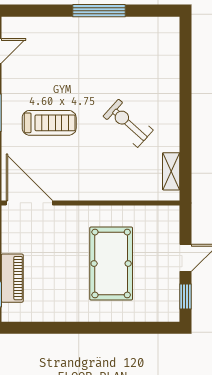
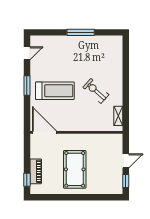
treadmill: (49, 123) -> (55, 91), width x1.37, depth x1.38
pool table: (111, 264) -> (75, 169), moved

